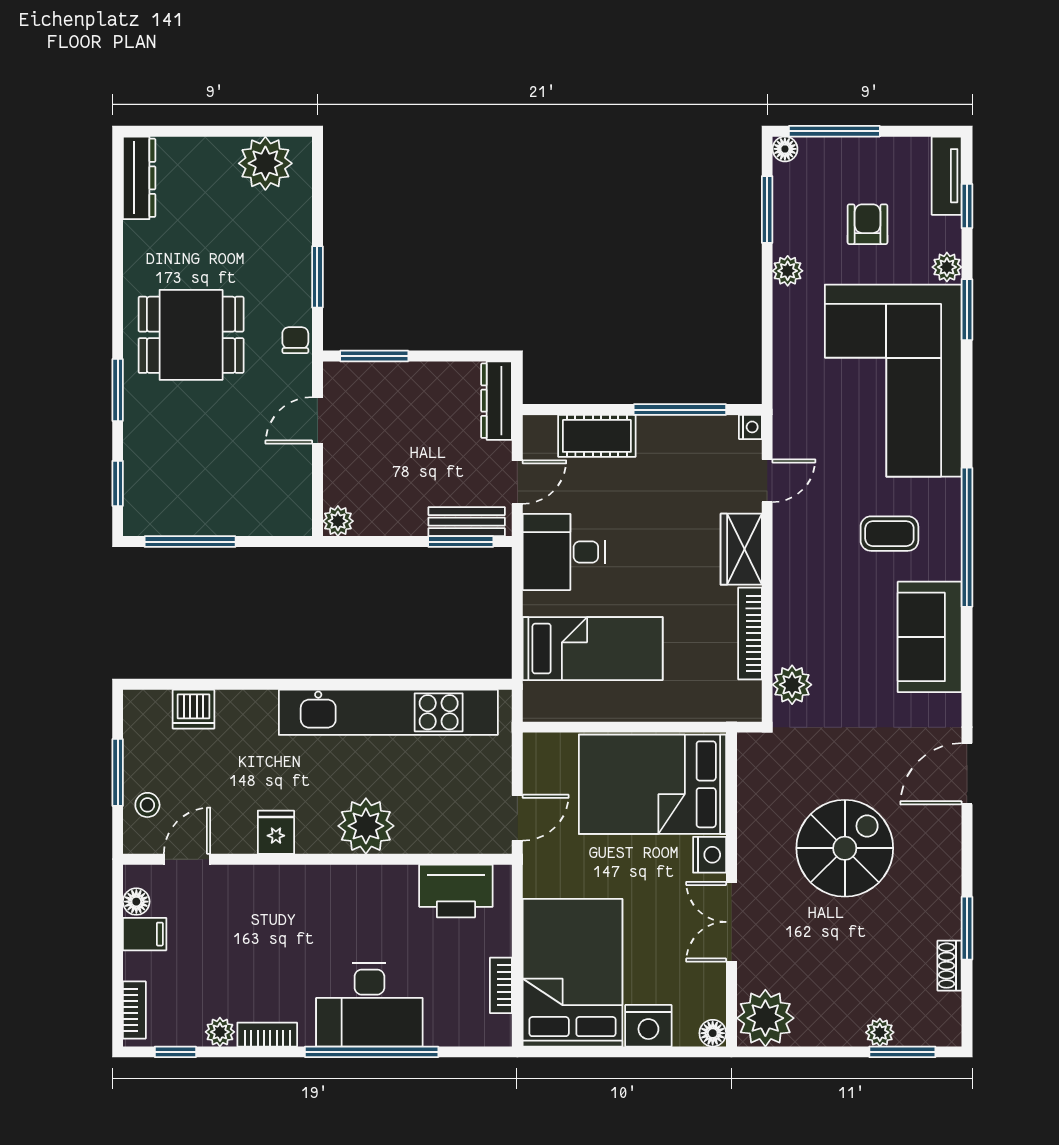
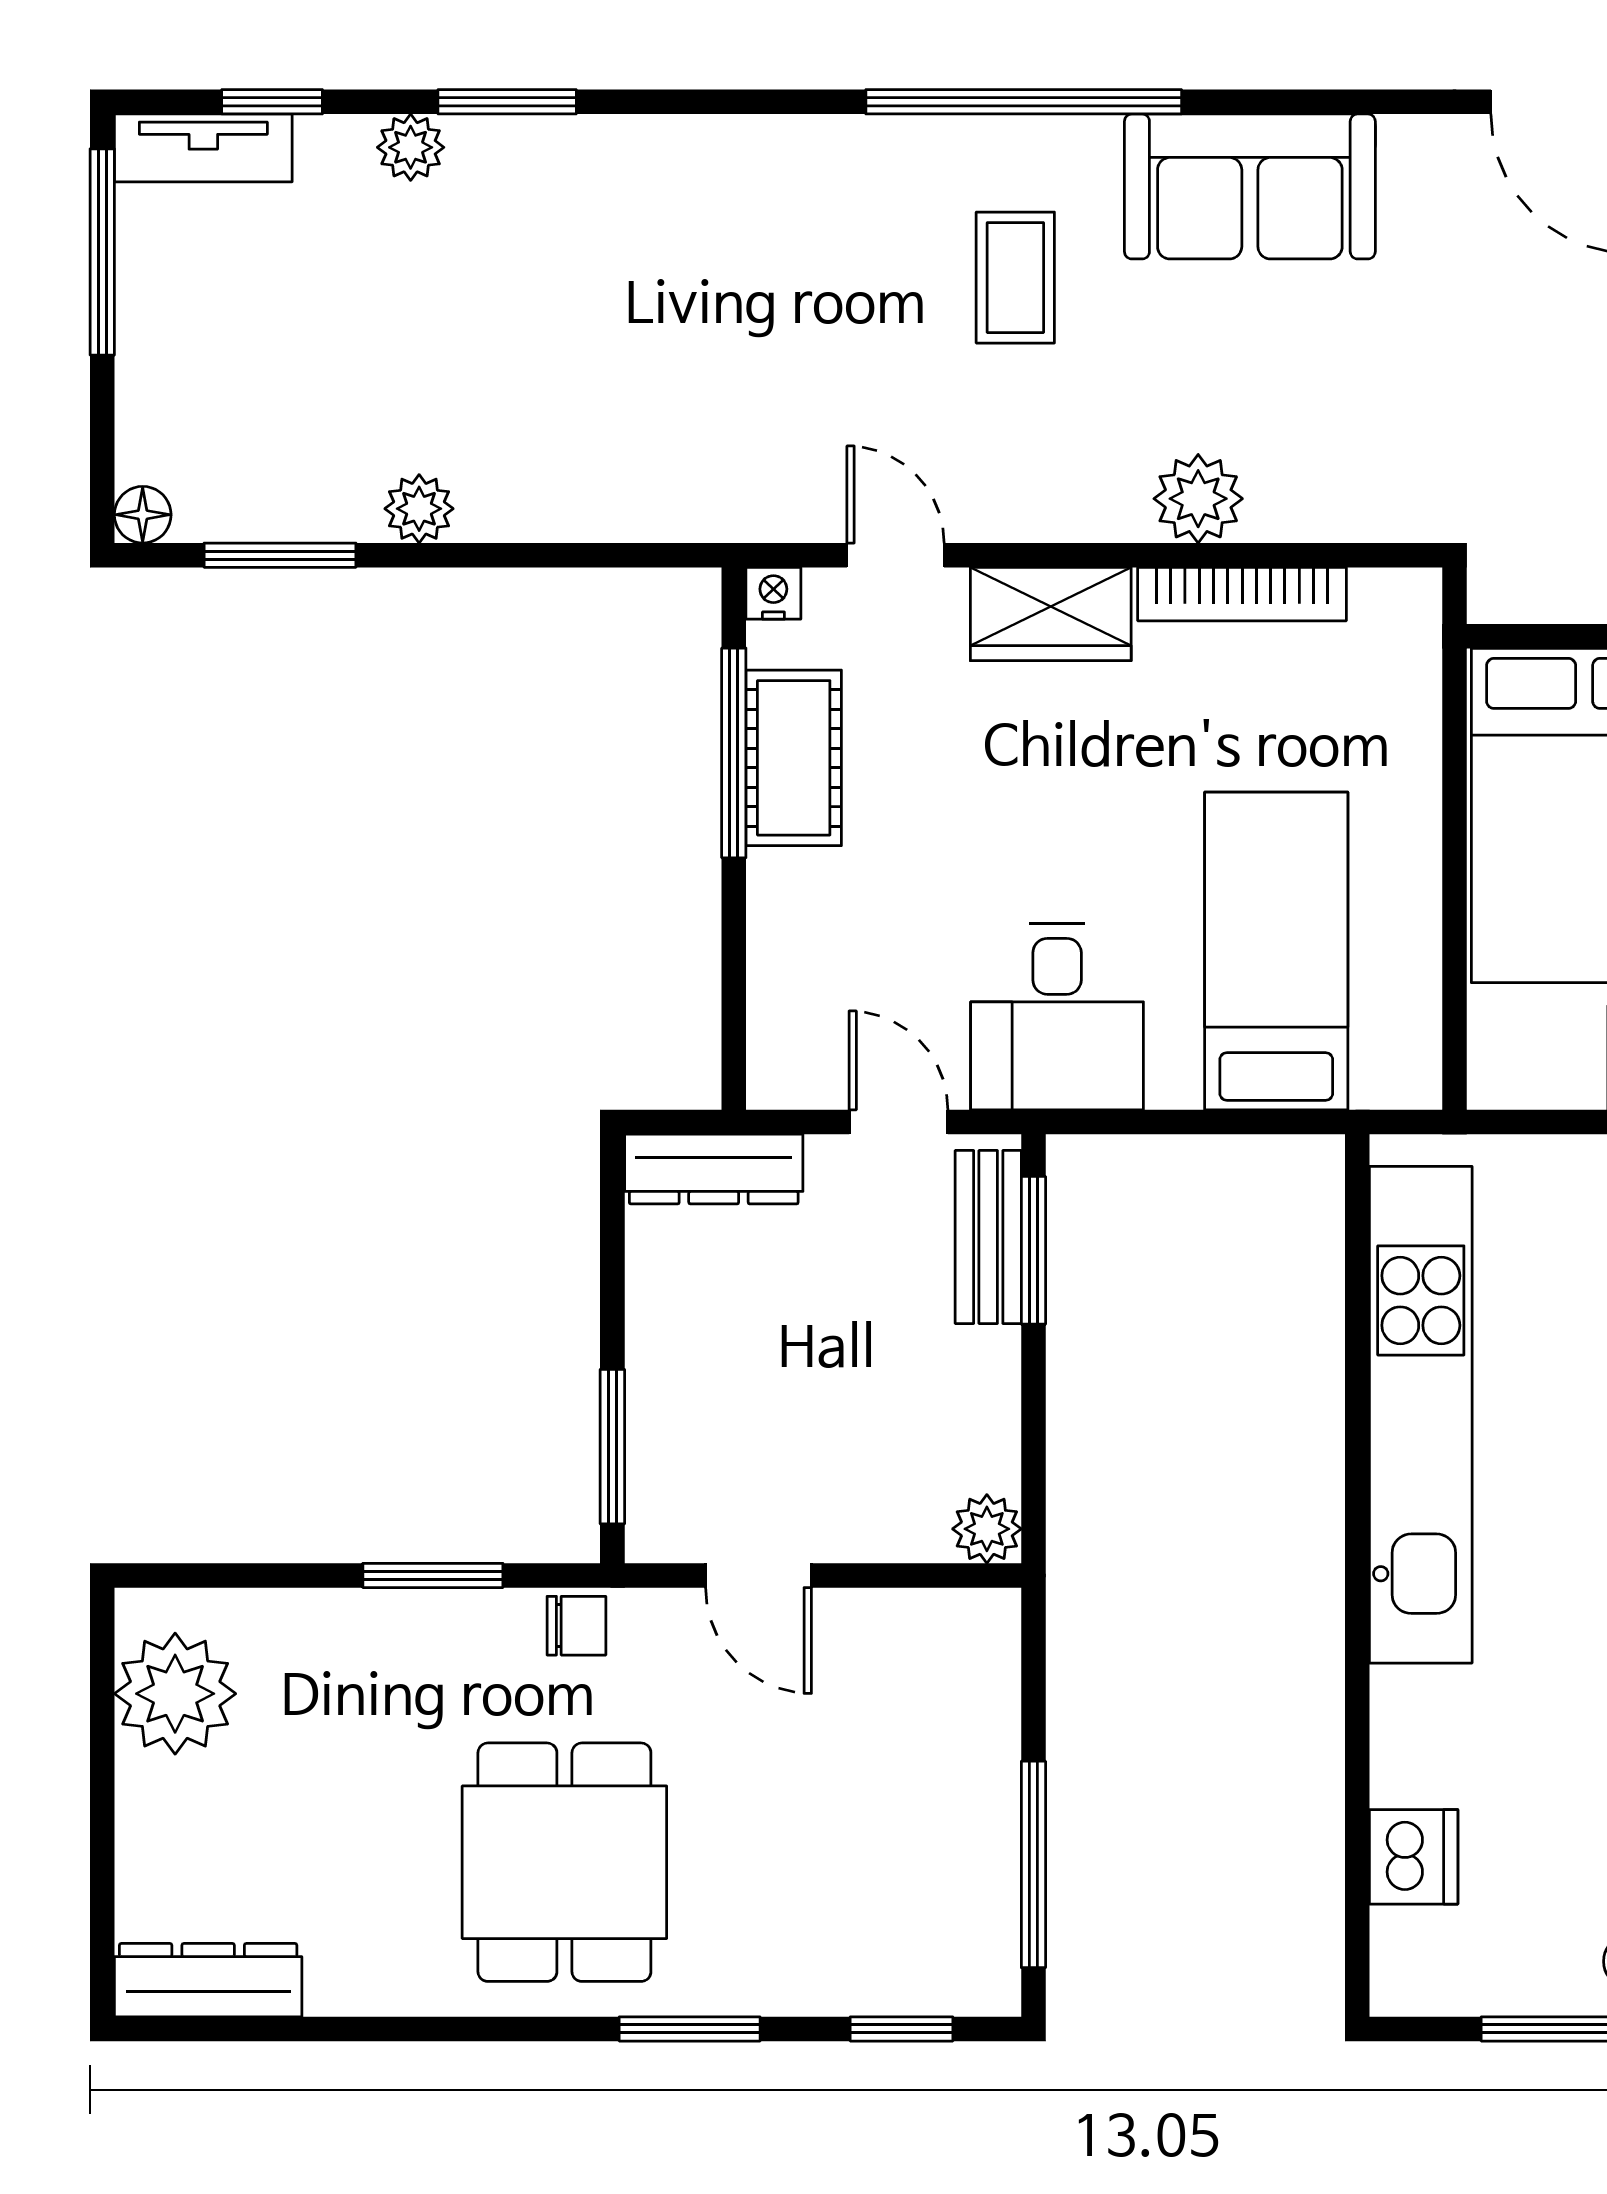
window: (834, 131) -> (102, 252), moved
armchair: (868, 224) -> (313, 327), removed
chair: (295, 340) -> (576, 1626), turned 180
corner sofa: (893, 381) -> (668, 269), removed
cot: (597, 436) -> (794, 758), moved
plant: (792, 685) -> (1198, 499), moved

